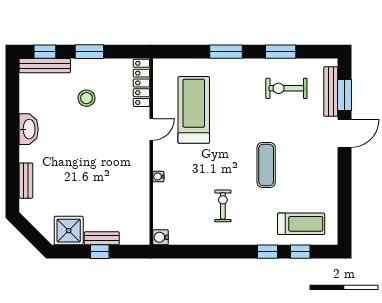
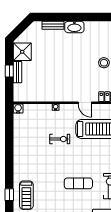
washbasin: (29, 129) -> (74, 27), moved
exercise mat: (266, 165) -> (78, 183), moved
exercise bike: (223, 206) -> (60, 139), moved
window: (267, 252) -> (9, 174), removed

